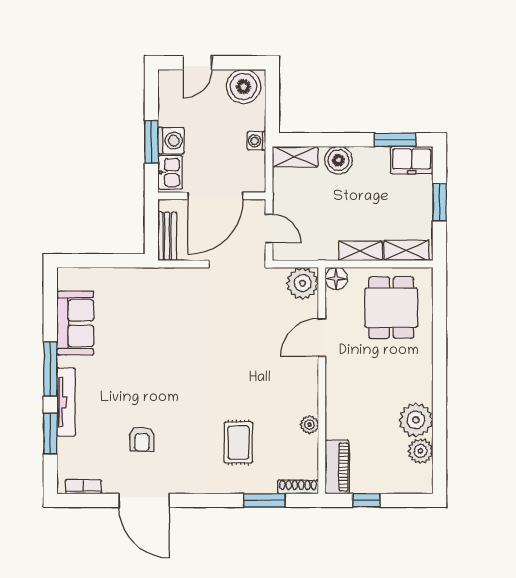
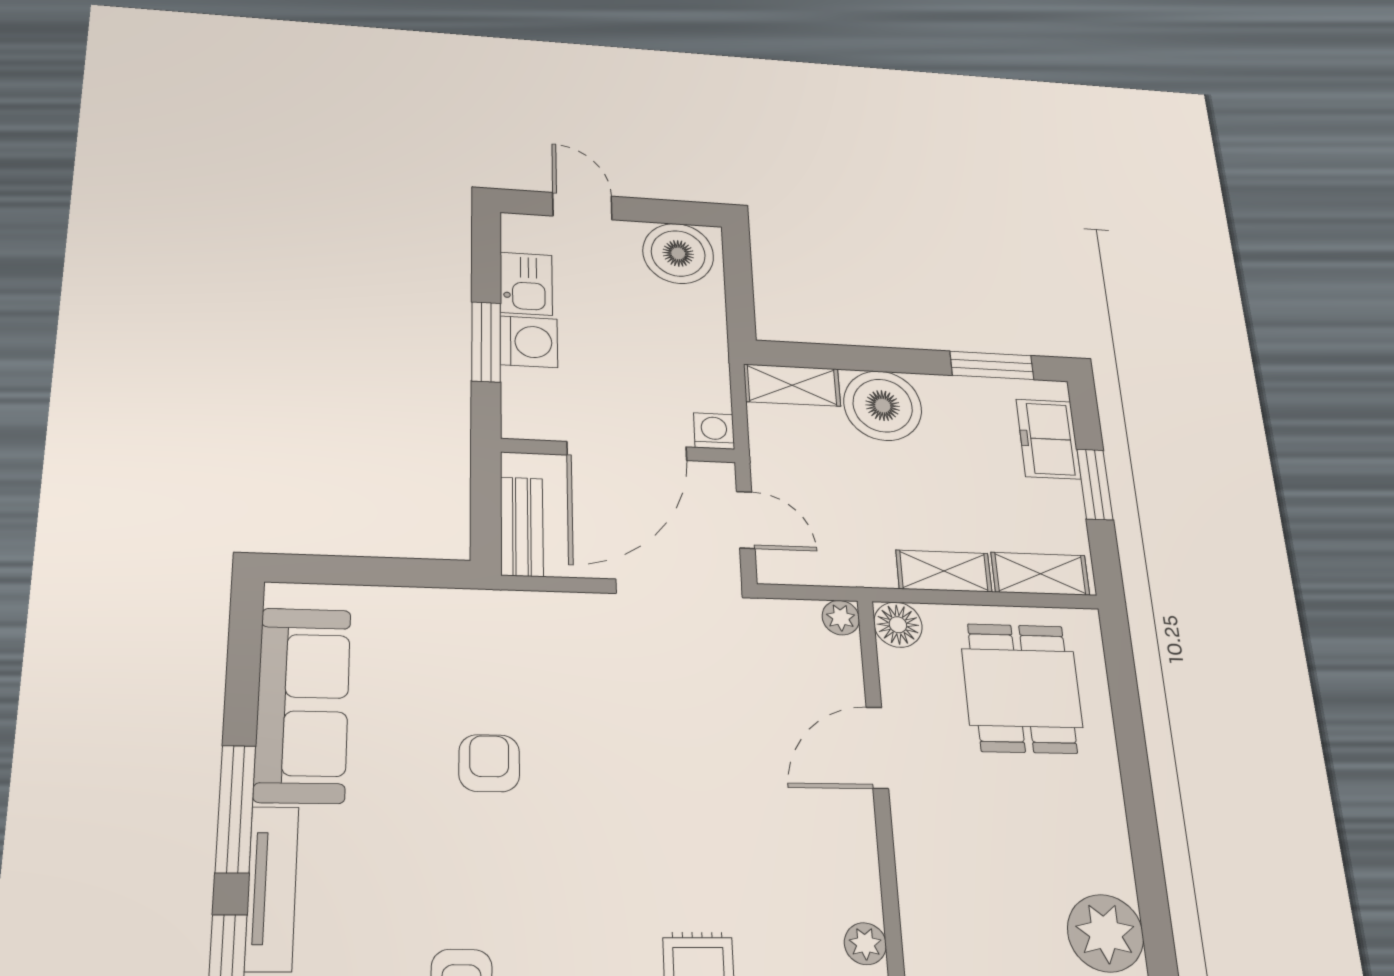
door: (198, 63) -> (582, 206), swing flipped
washing machine: (256, 141) -> (714, 431), moved, turned 90
boiler: (339, 160) -> (883, 406), width x1.37, depth x1.37
freezer: (412, 160) -> (1048, 439), moved, turned 90
kitchen sink: (170, 172) -> (526, 284), moved
plant: (303, 283) -> (841, 618), width x0.53, depth x0.53
sofa: (75, 323) -> (303, 704), width x1.36
armchair: (153, 348) -> (489, 763), added

